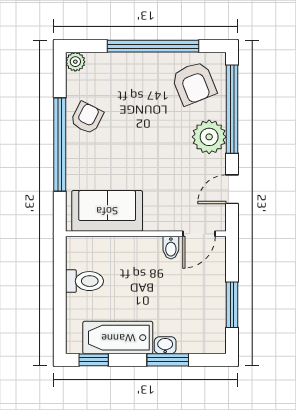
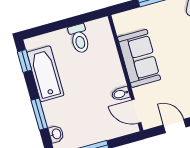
sofa: (107, 211) -> (139, 58), moved
washbasin: (165, 345) -> (56, 134), moved

